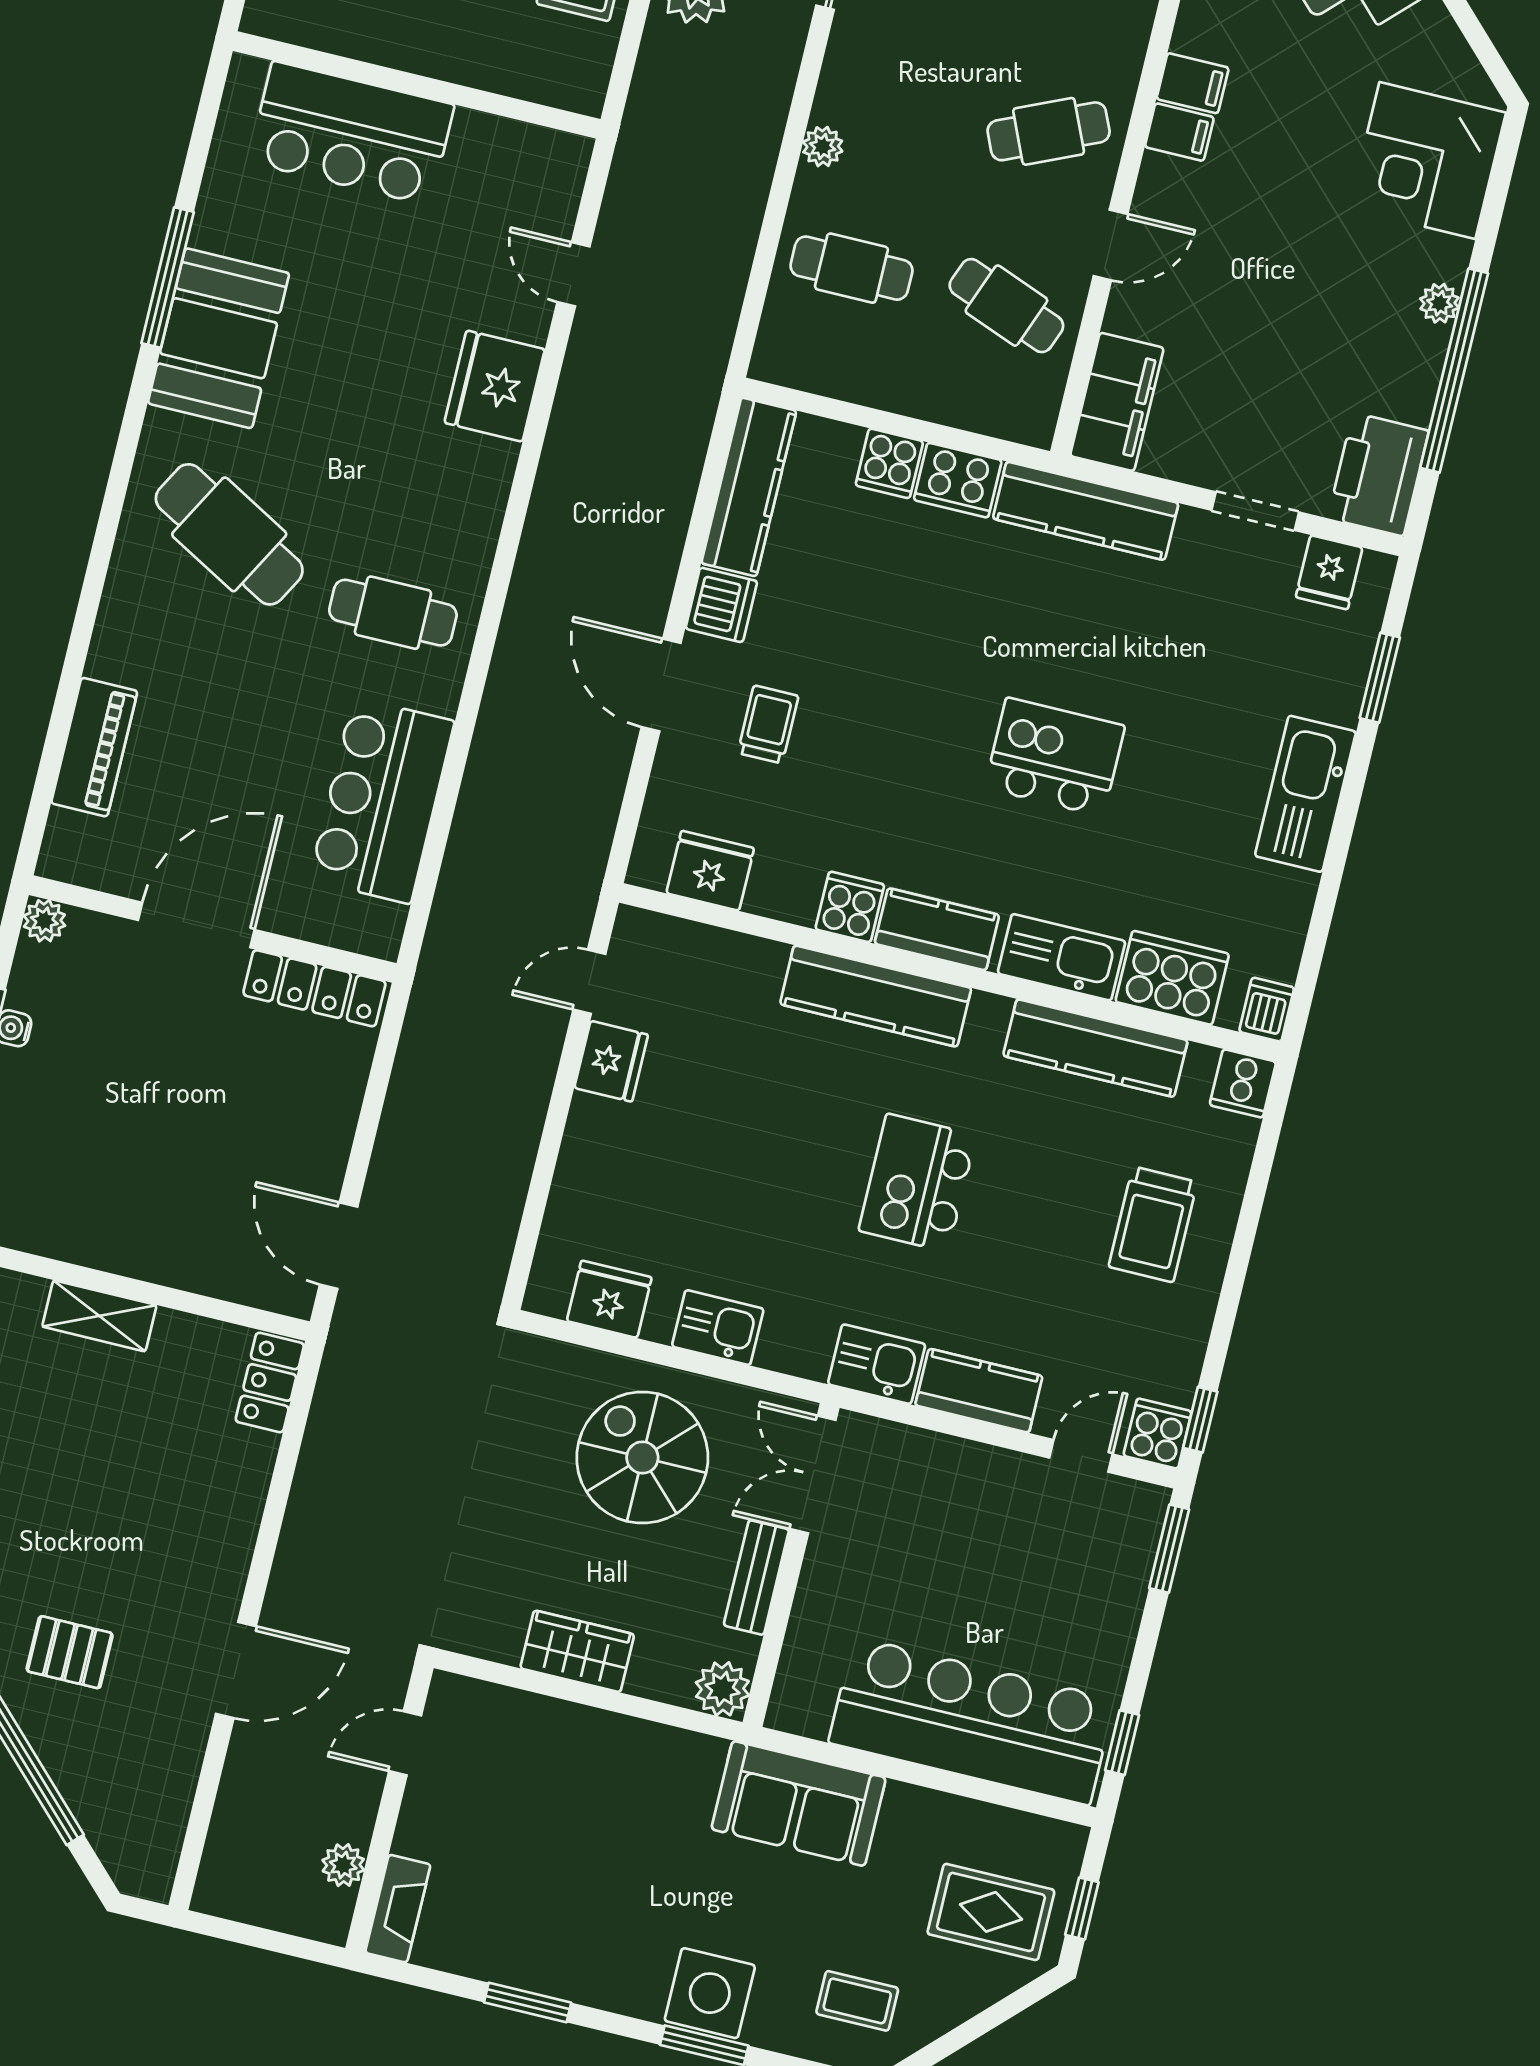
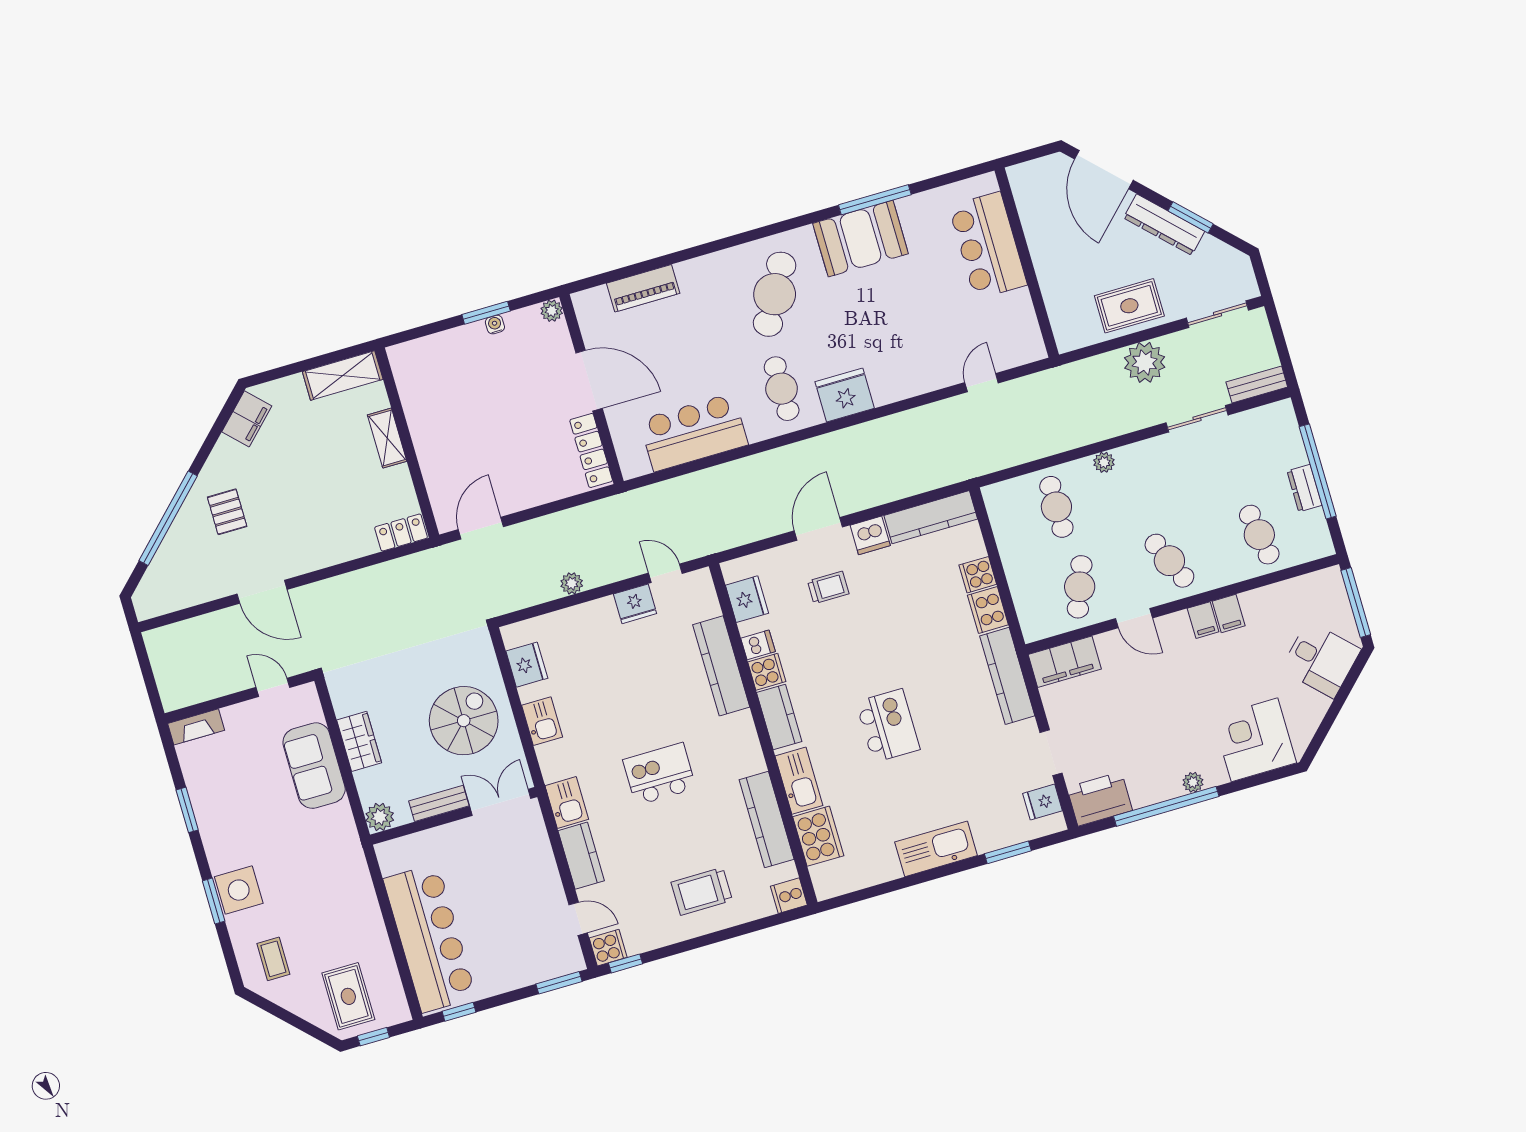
fridge: (495, 386) -> (845, 395), moved
kitchen counter: (876, 996) -> (721, 666), moved
dishwasher: (1267, 1010) -> (758, 645), moved
sofa: (799, 1803) -> (314, 766), moved
plant: (343, 1865) -> (572, 583), moved

